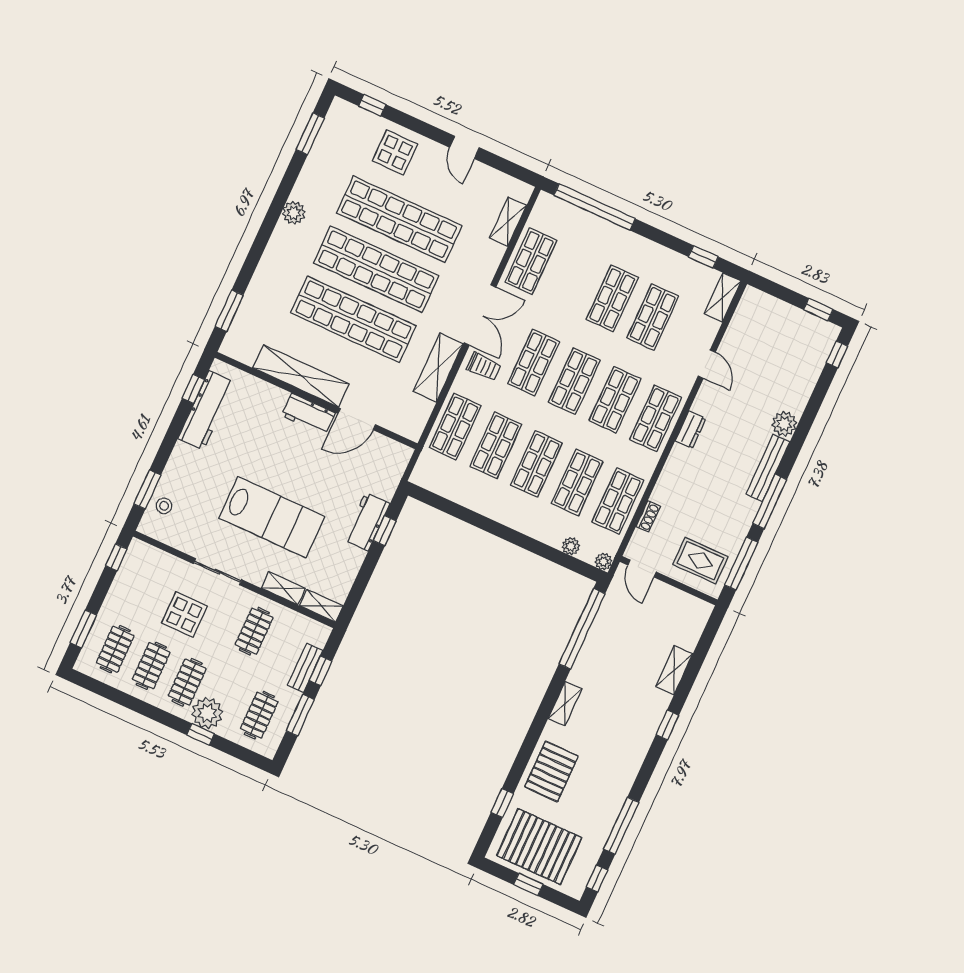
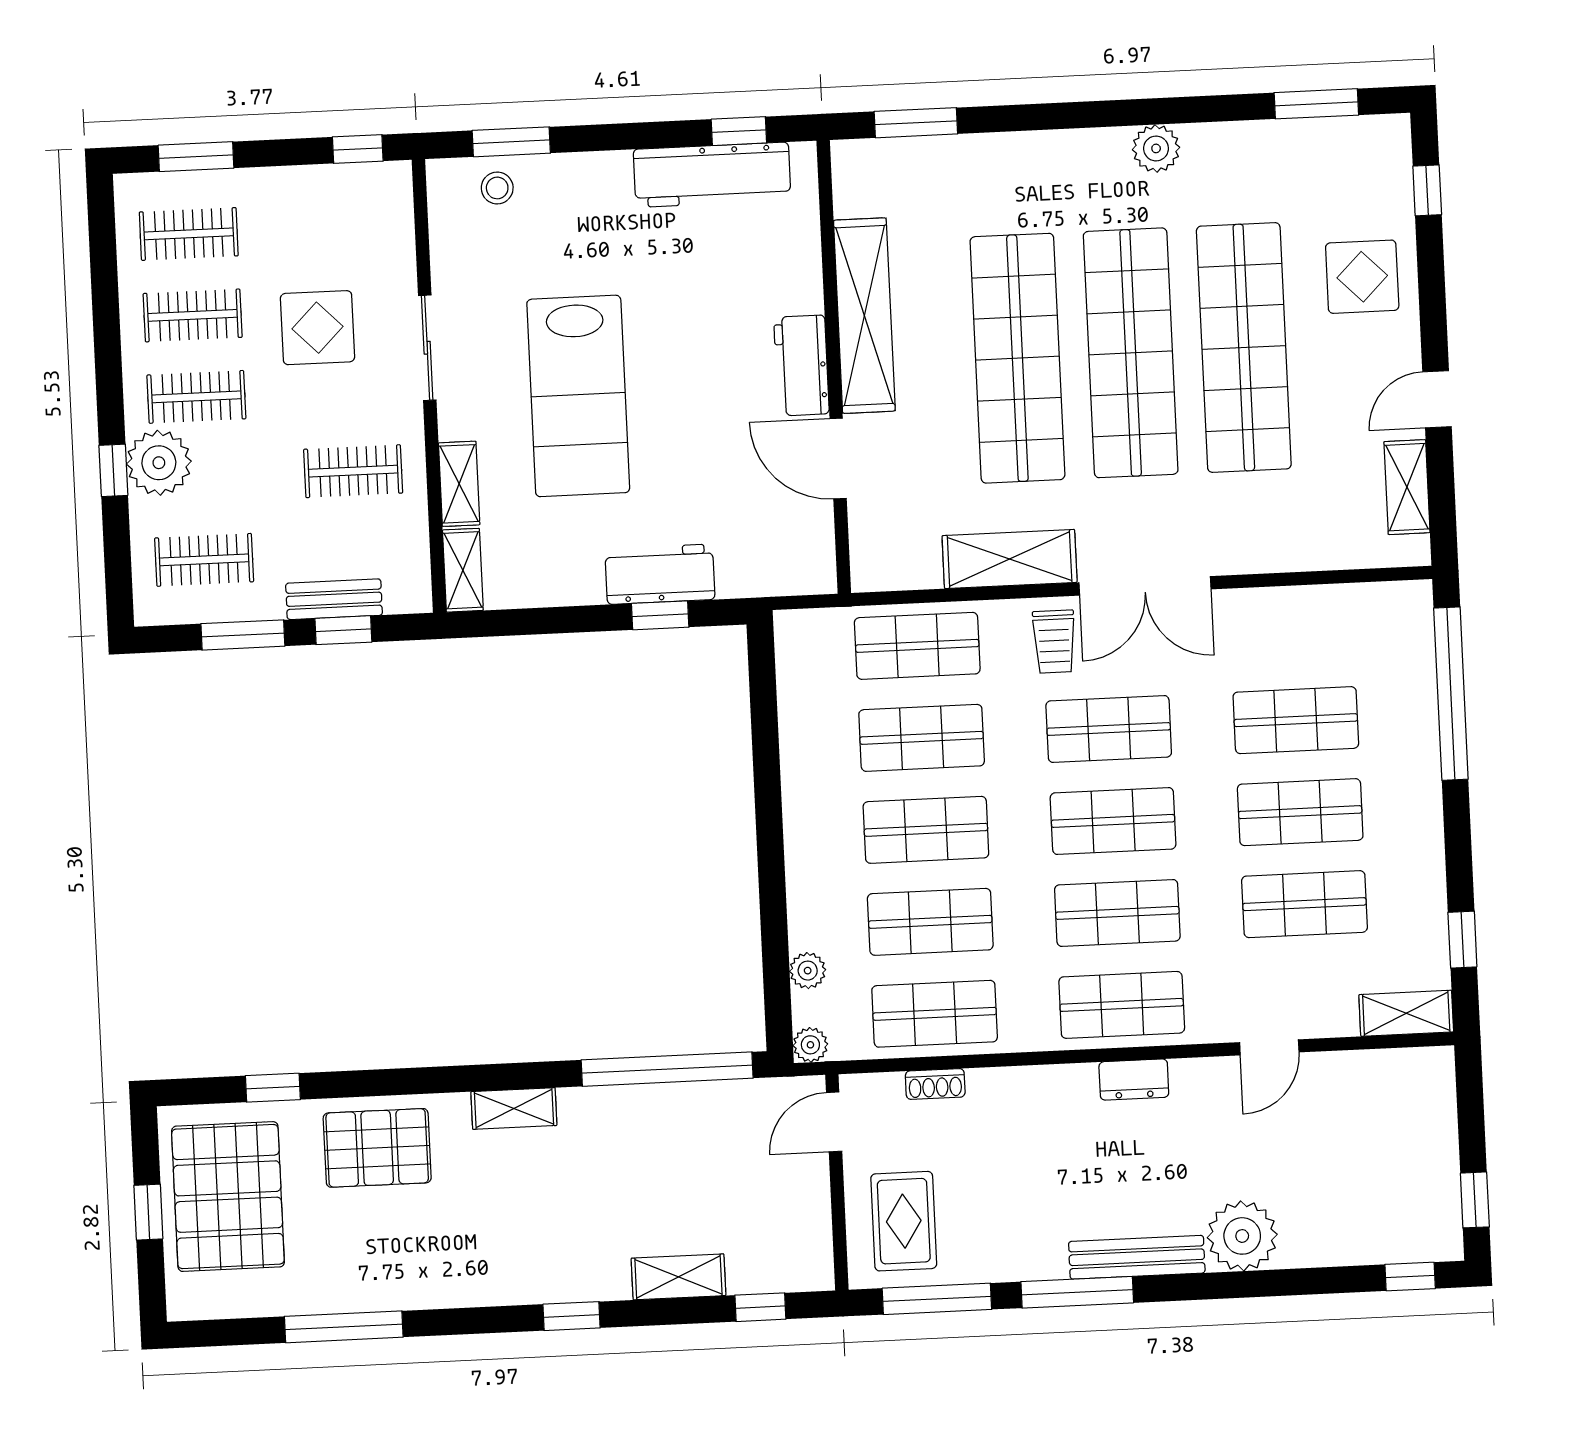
shelving: (508, 222) -> (1407, 487), moved, turned 90
shop shelf: (531, 261) -> (1296, 720), moved
plant: (784, 424) -> (1242, 1236), width x1.36, depth x1.36
window: (597, 879) -> (760, 1307), moved

